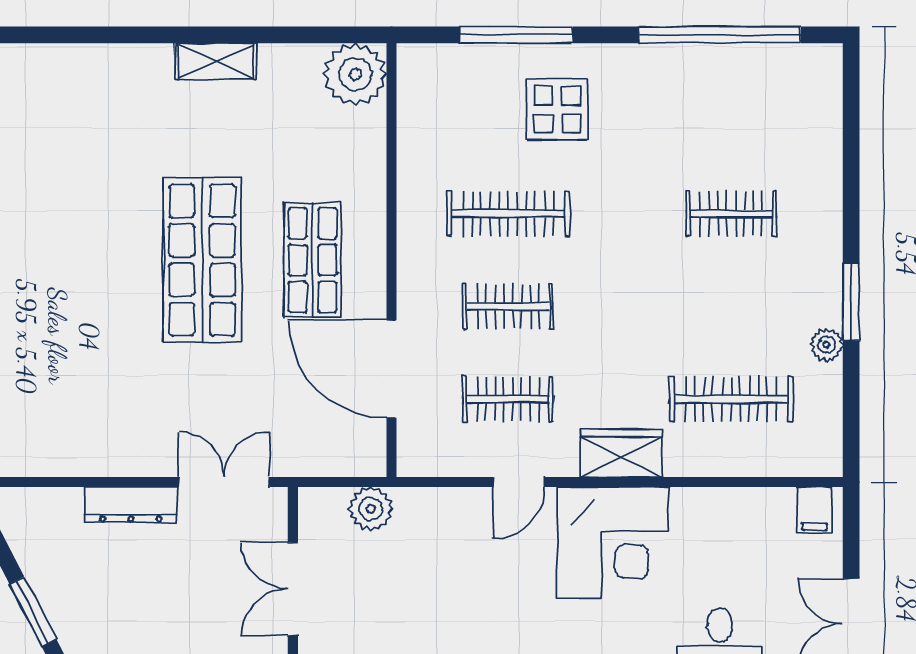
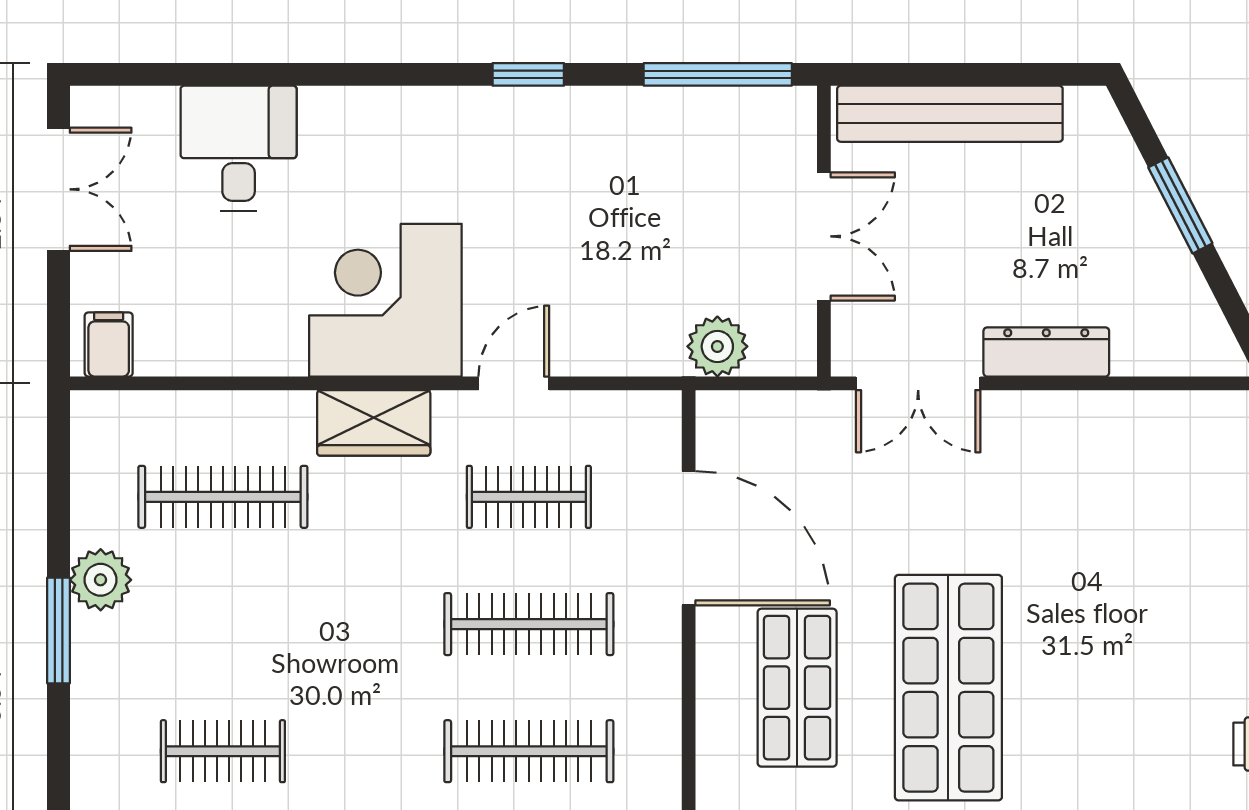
clothes rail: (508, 306) -> (529, 624), width x1.36
plant: (827, 345) -> (101, 580), width x1.38, depth x1.38

